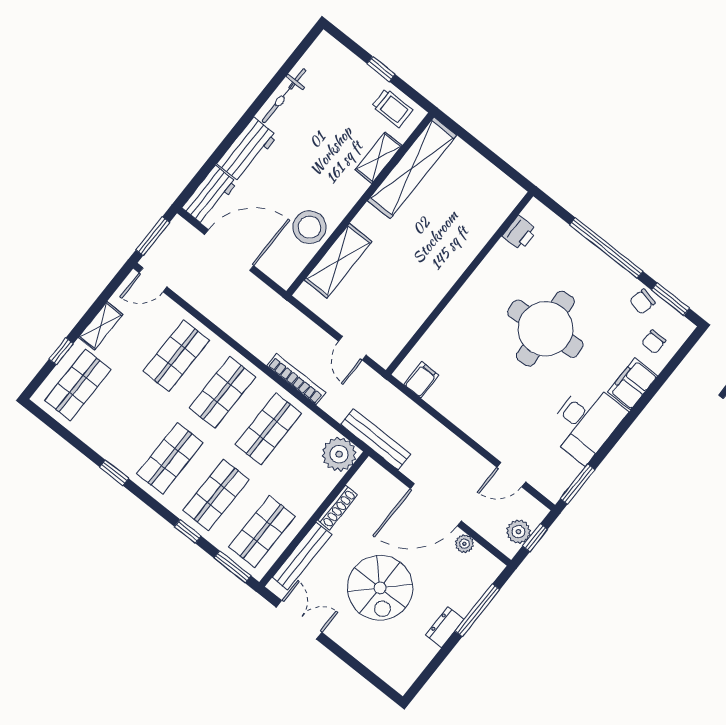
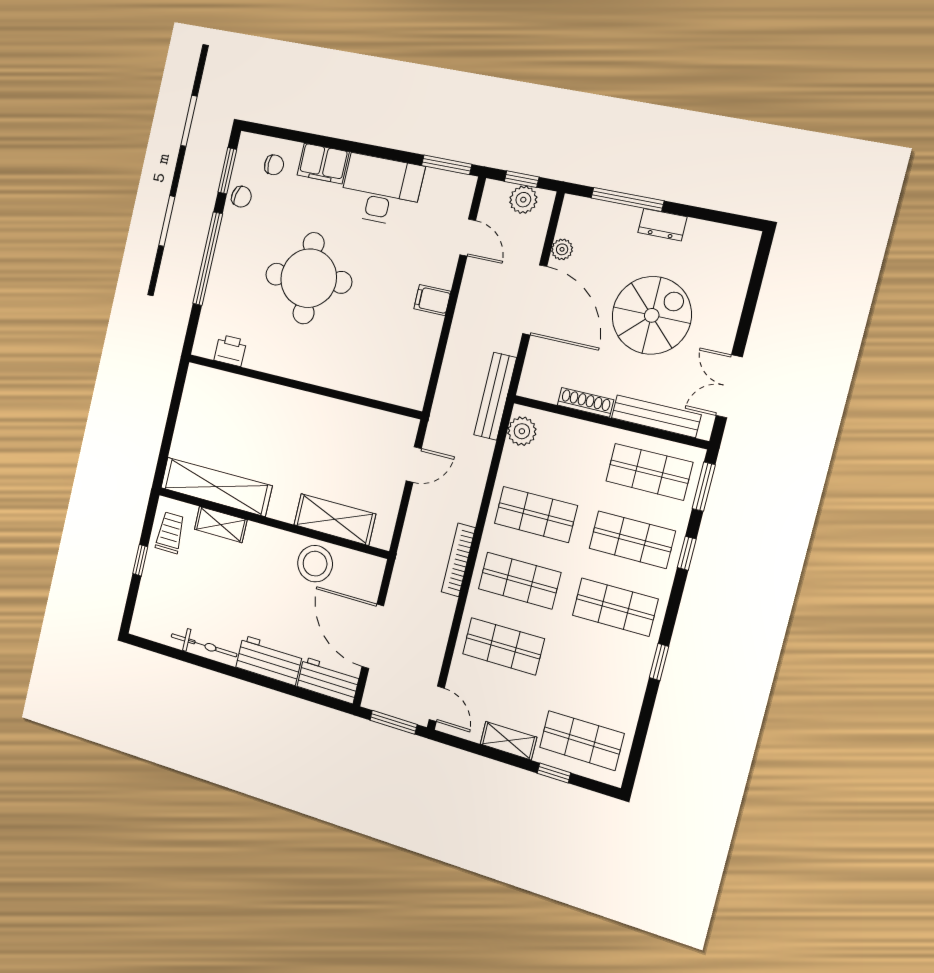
bookcase: (296, 379) -> (458, 560), moved
filing cabinet: (421, 380) -> (432, 300), moved
plant: (339, 454) -> (522, 431), width x0.73, depth x0.73

